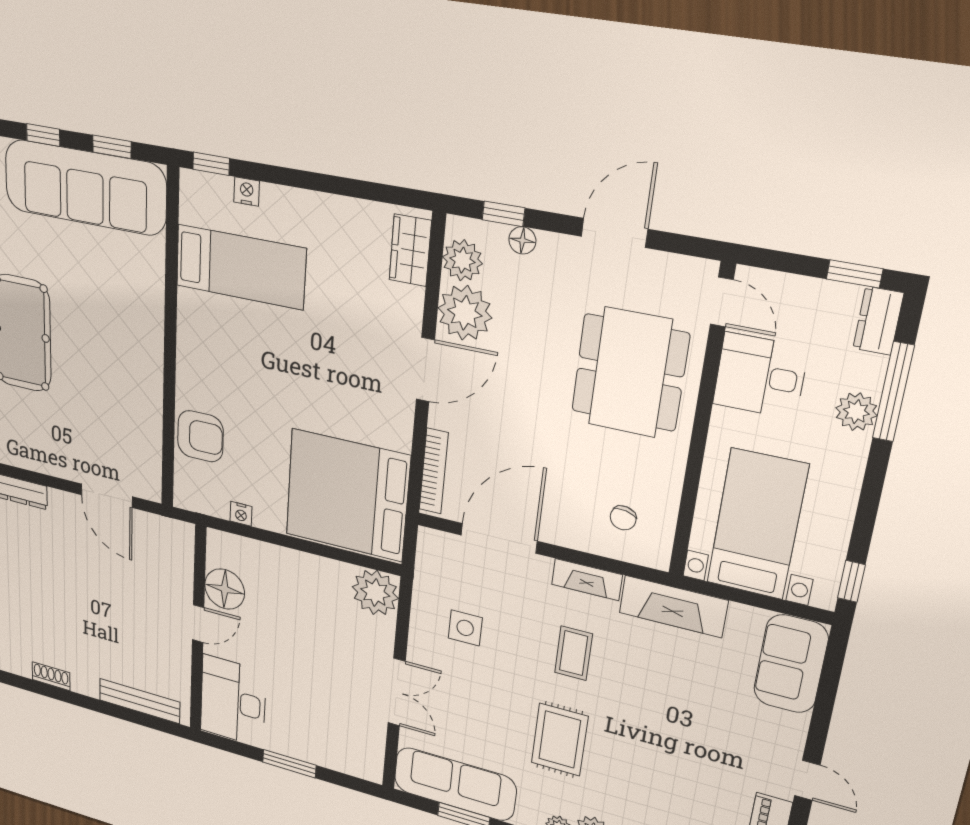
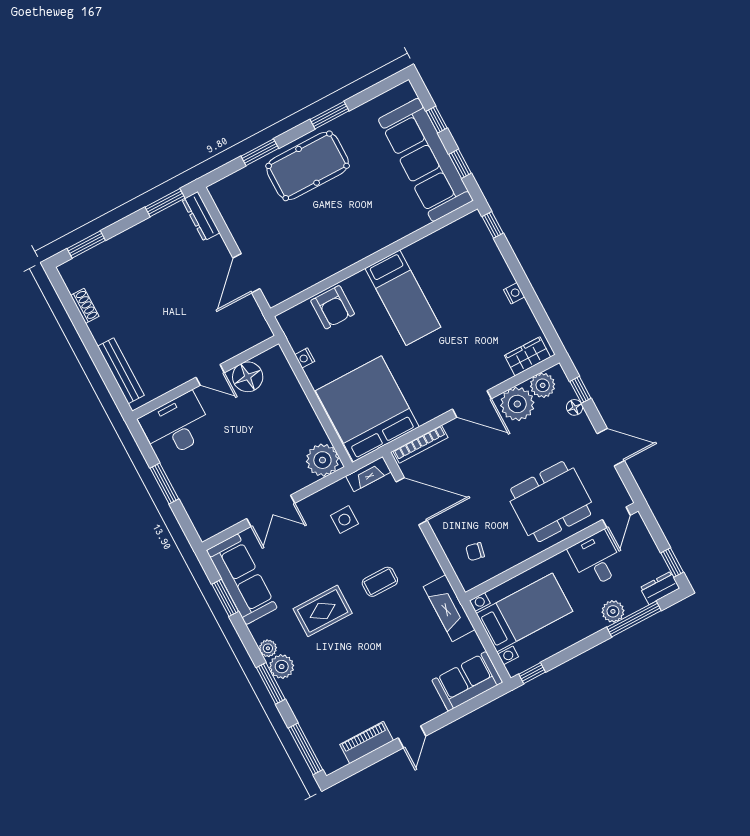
nightstand: (247, 192) -> (514, 293), moved
bed: (240, 267) -> (403, 298), moved
fireplace: (587, 579) -> (368, 474), moved, turned -90

